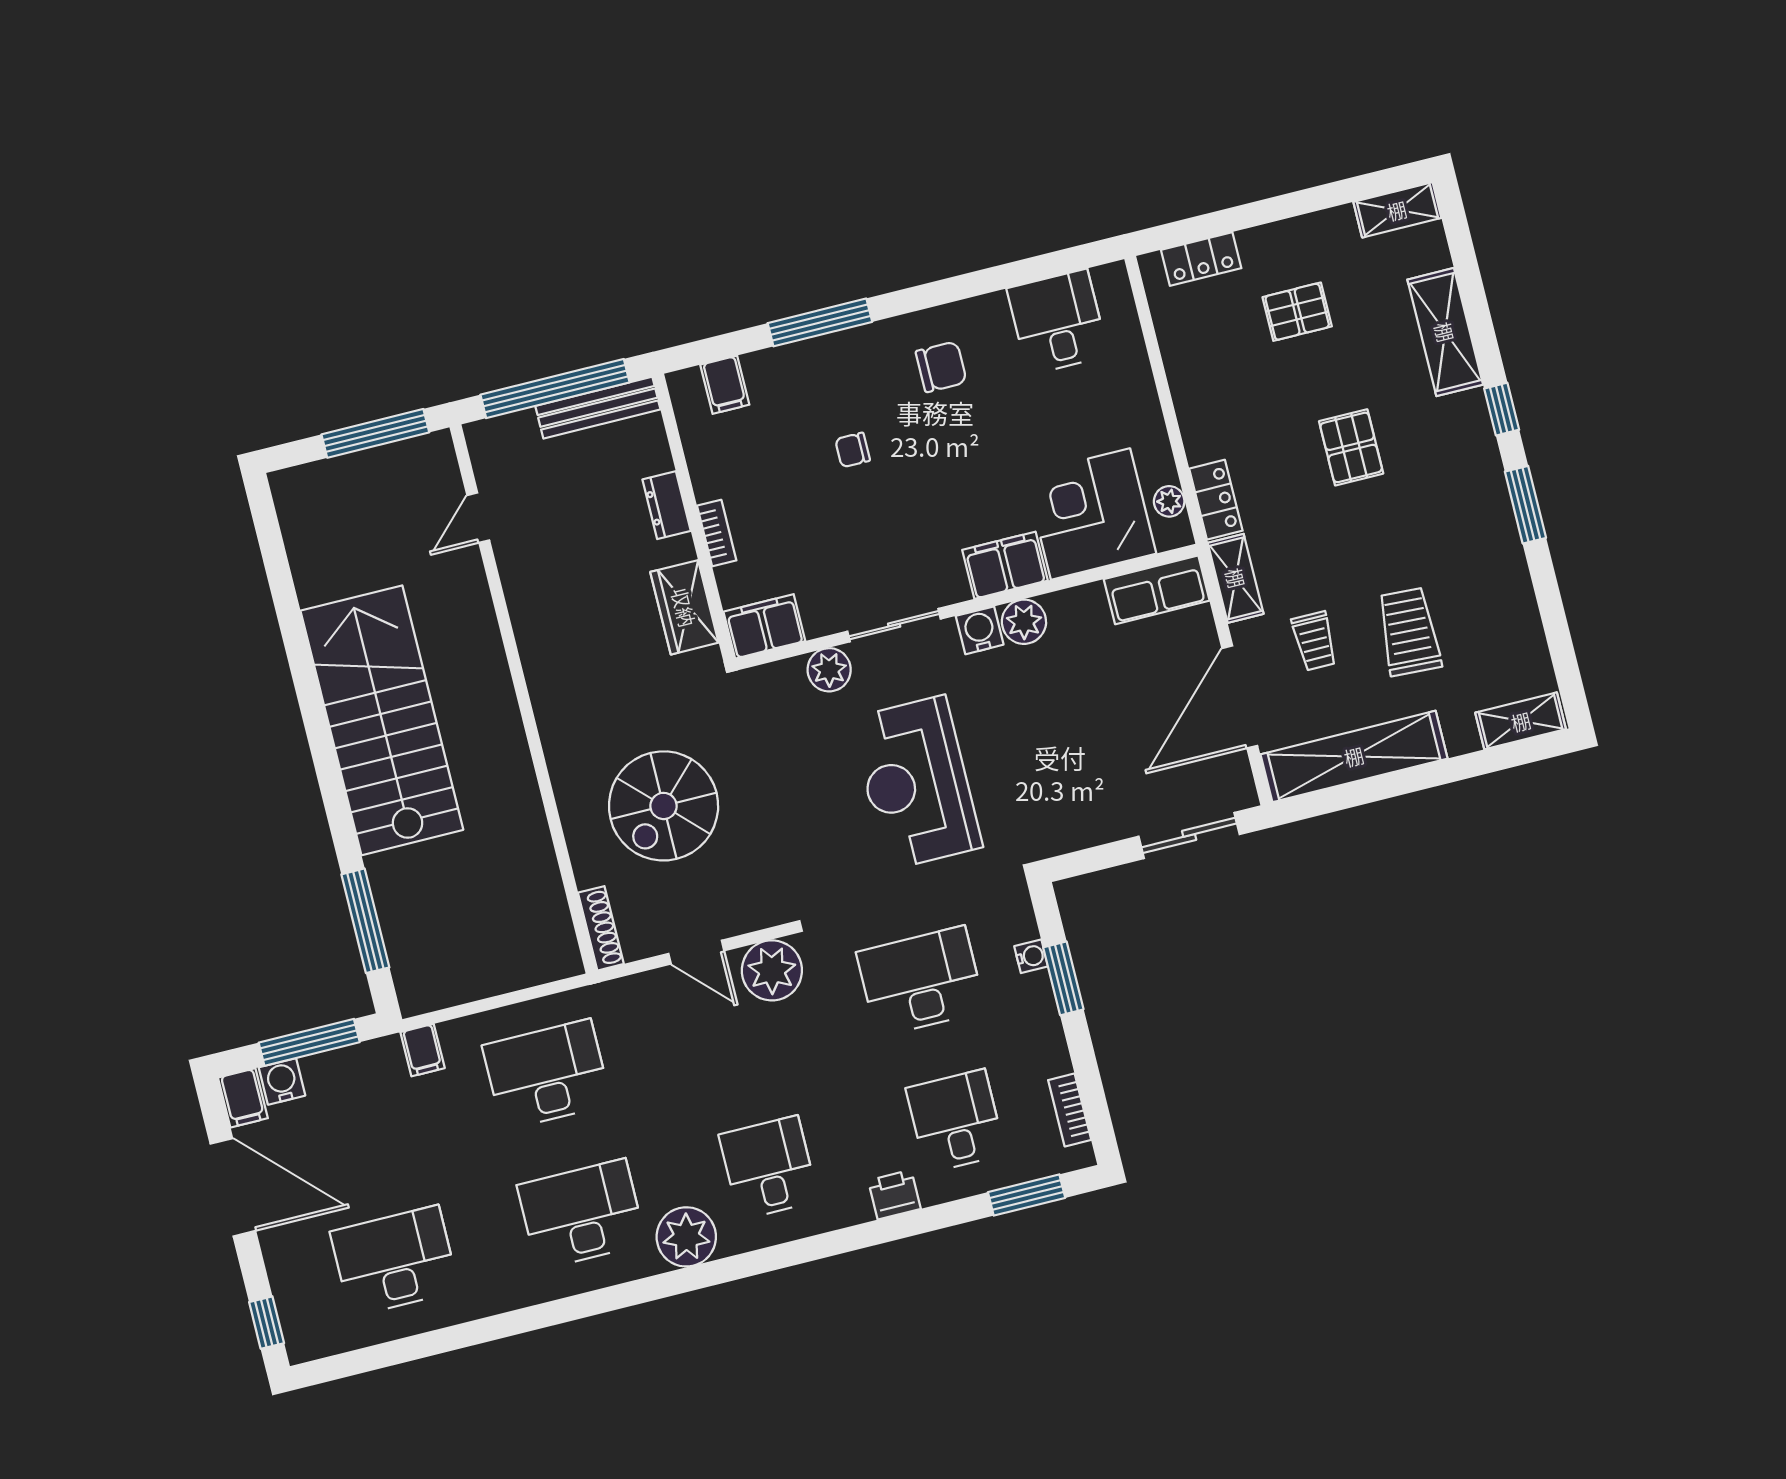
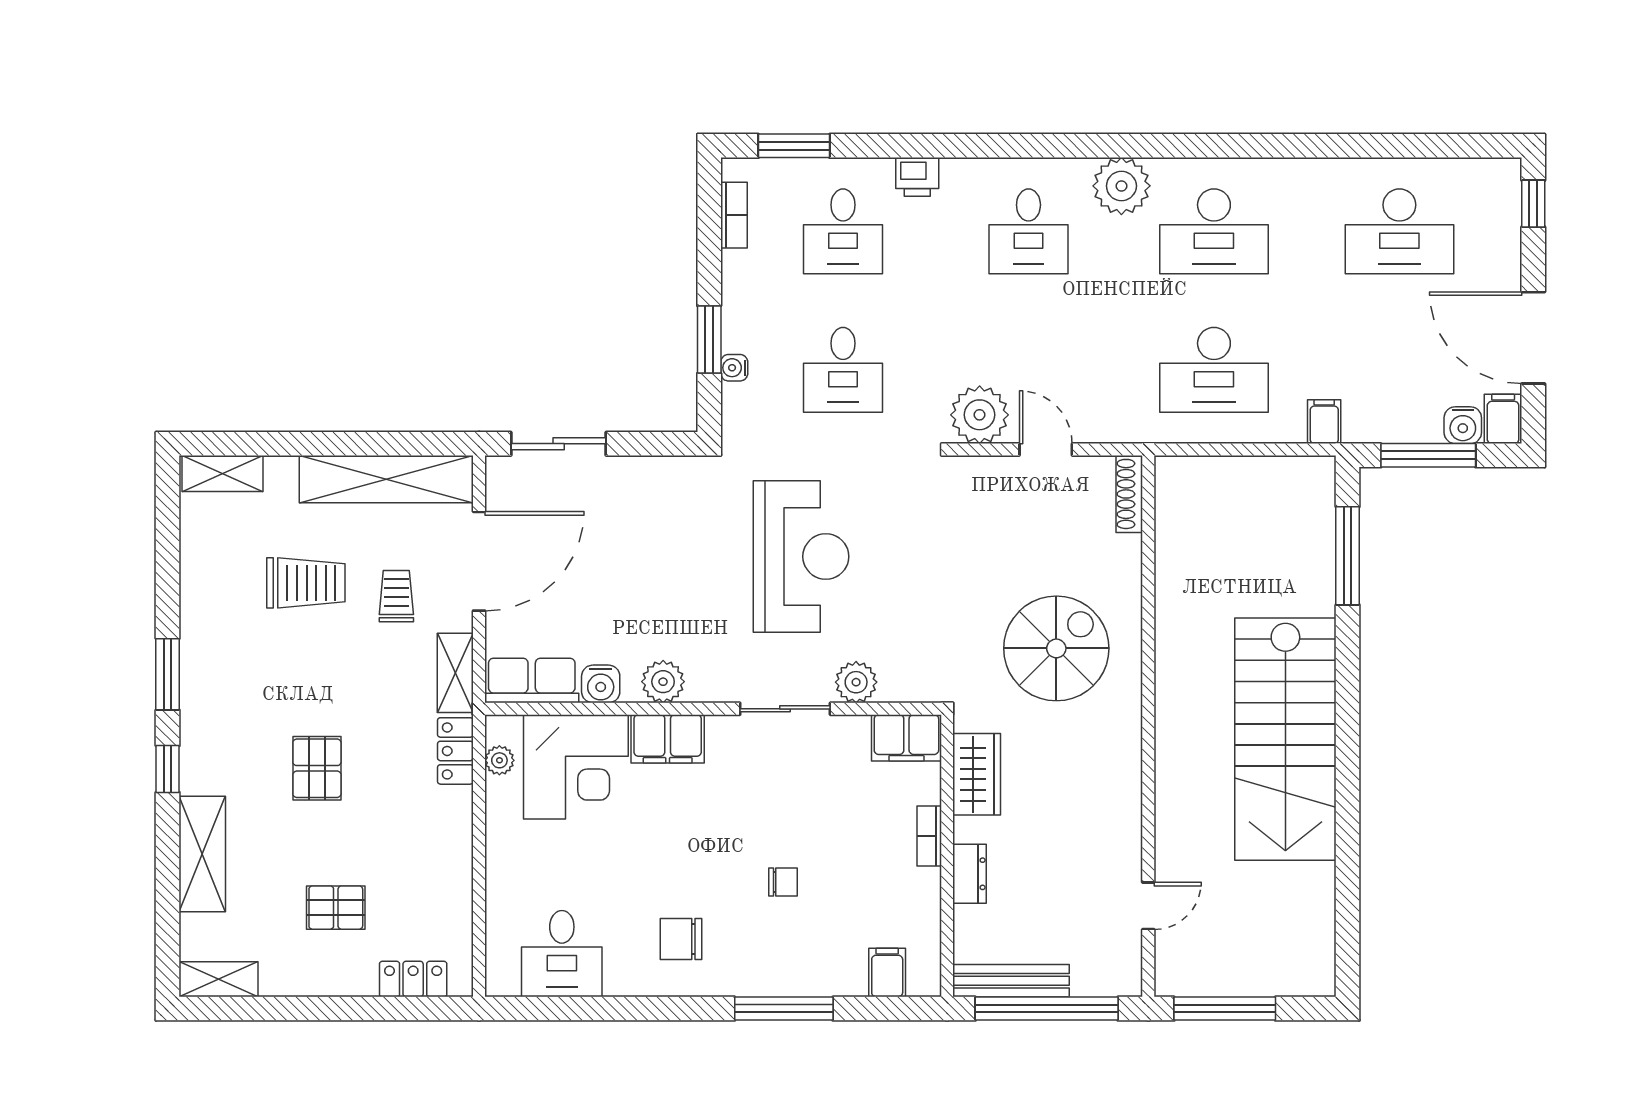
water cooler: (980, 630) -> (601, 684), moved
trolley: (1409, 632) -> (306, 583), turned -93
spiral stairs: (664, 806) -> (1056, 648), moved
desk: (921, 981) -> (843, 370), width x0.73

